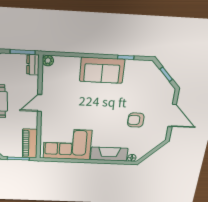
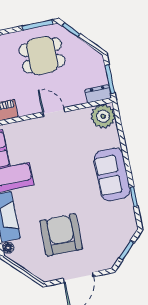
plant: (48, 61) -> (103, 116), width x1.87, depth x1.87
armchair: (136, 120) -> (61, 235), width x1.88, depth x1.88

